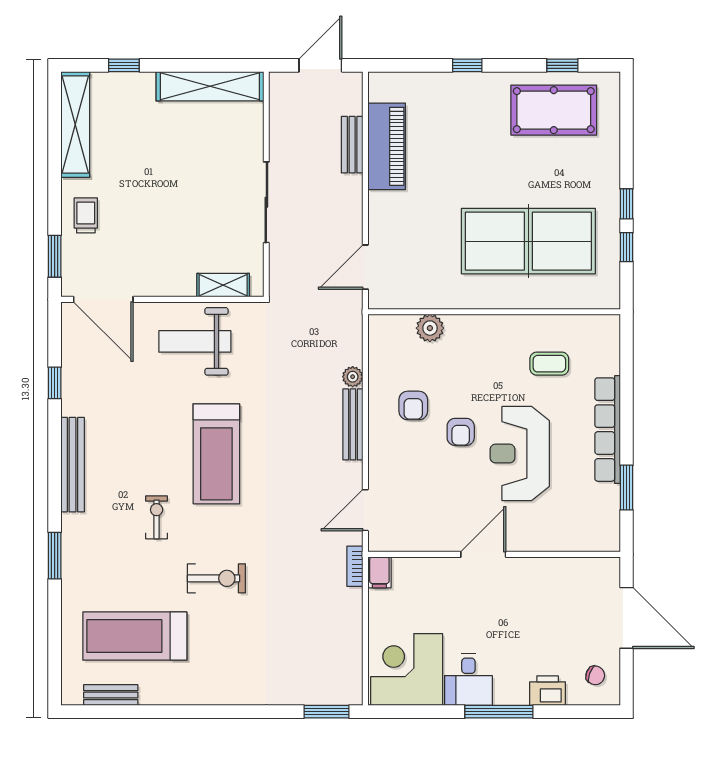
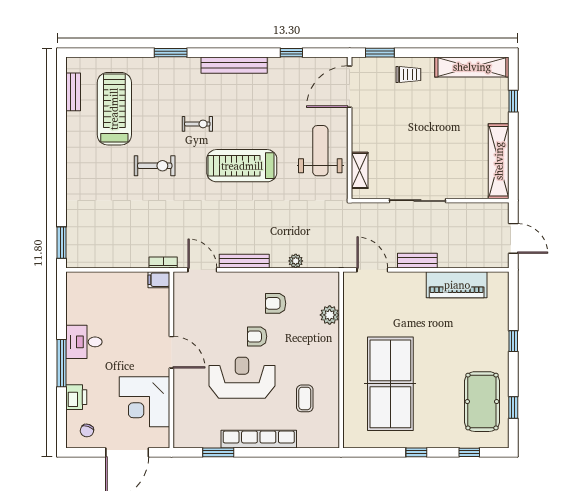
bench: (352, 145) -> (417, 261), moved
window: (627, 247) -> (469, 452), moved
bench: (353, 424) -> (244, 261), moved
exercise bike: (216, 578) -> (155, 166), turned -90
corner desk: (407, 669) -> (145, 402), moved, turned 180

